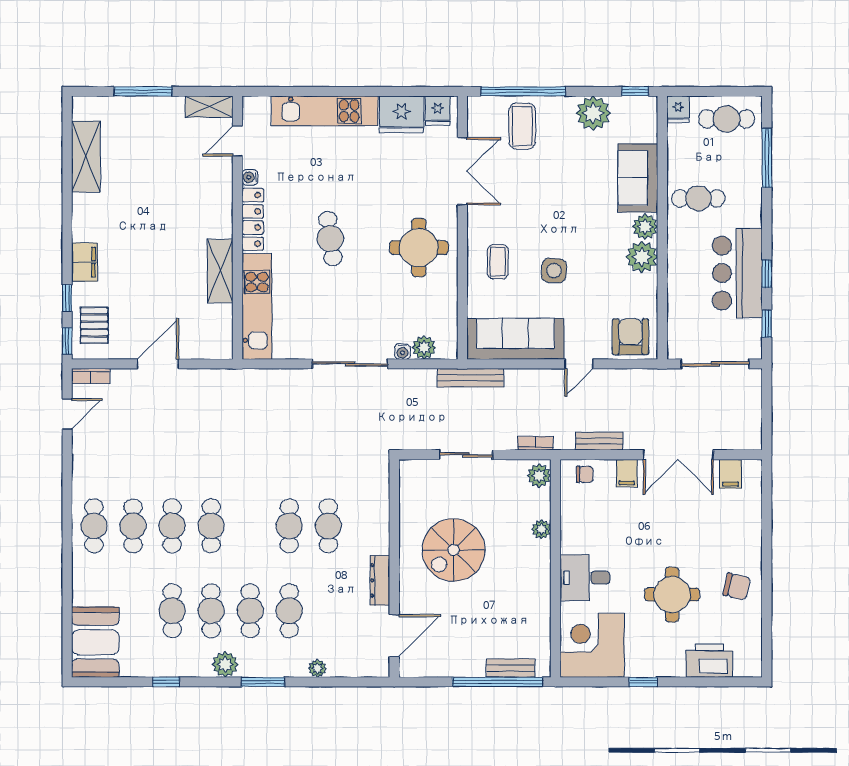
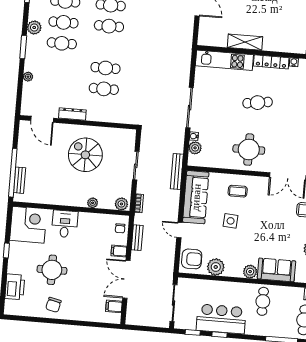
plant: (642, 257) -> (216, 267), moved
cafe table: (289, 611) -> (60, 64), removed

